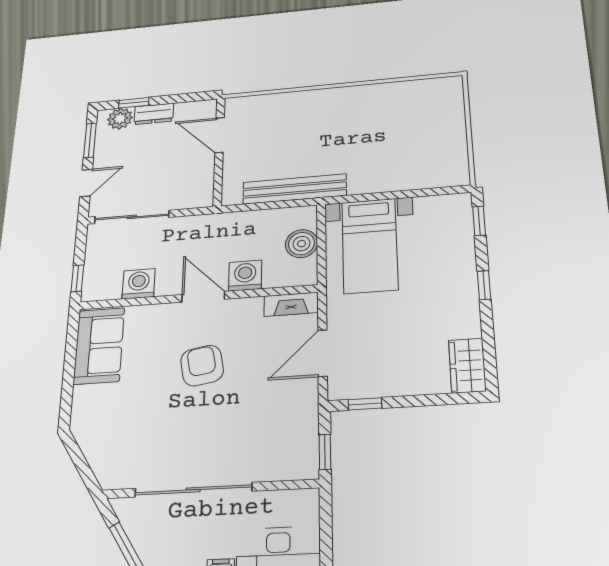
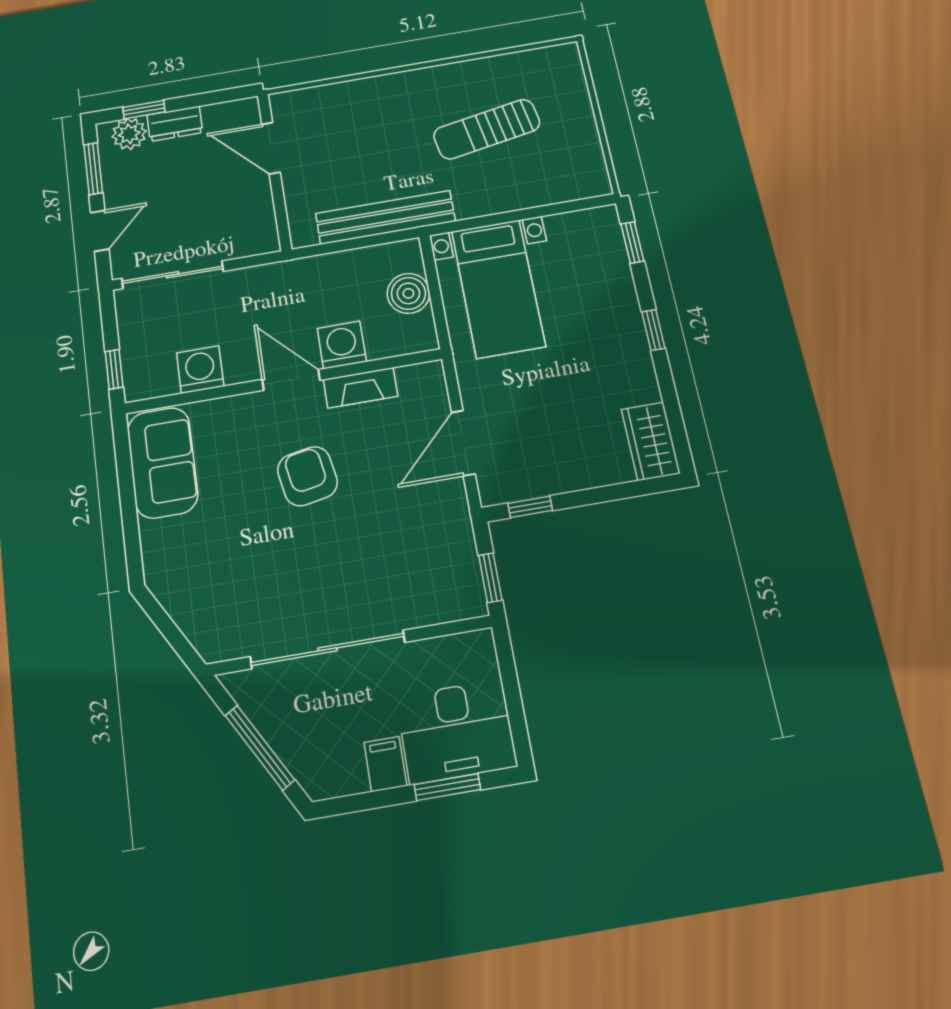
sun lounger: (382, 133) -> (487, 129), added
fireplace: (291, 304) -> (361, 388), moved

